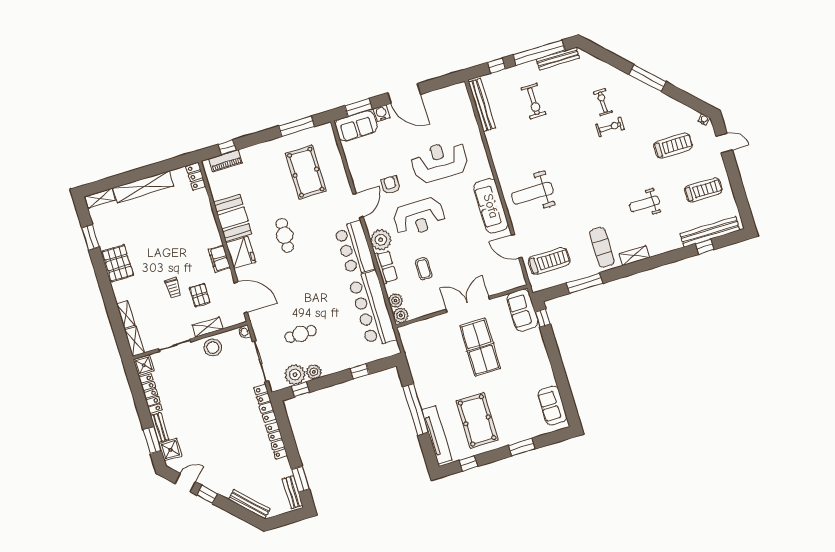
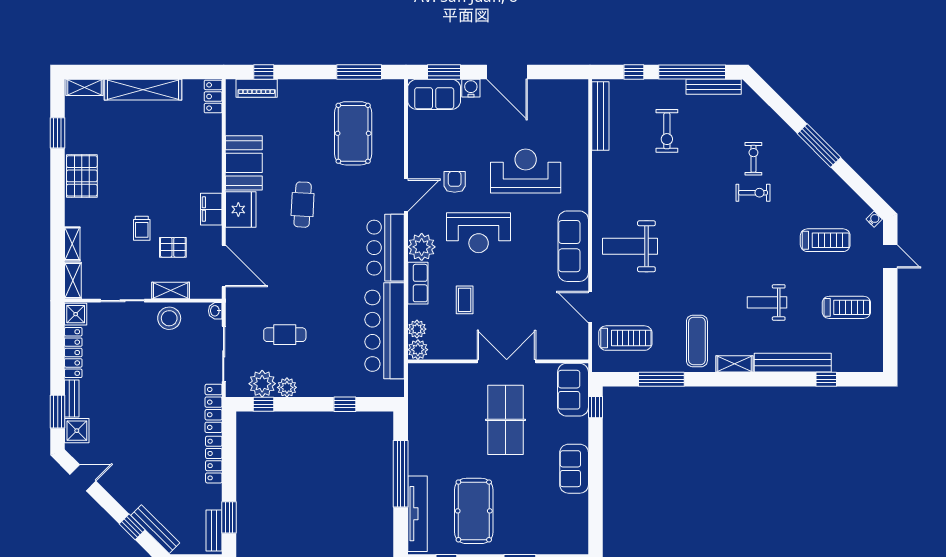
bench: (710, 232) -> (793, 363), moved
pallet: (200, 295) -> (173, 247), turned 90
sofa: (552, 405) -> (574, 469), moved
window: (207, 494) -> (132, 527), moved

